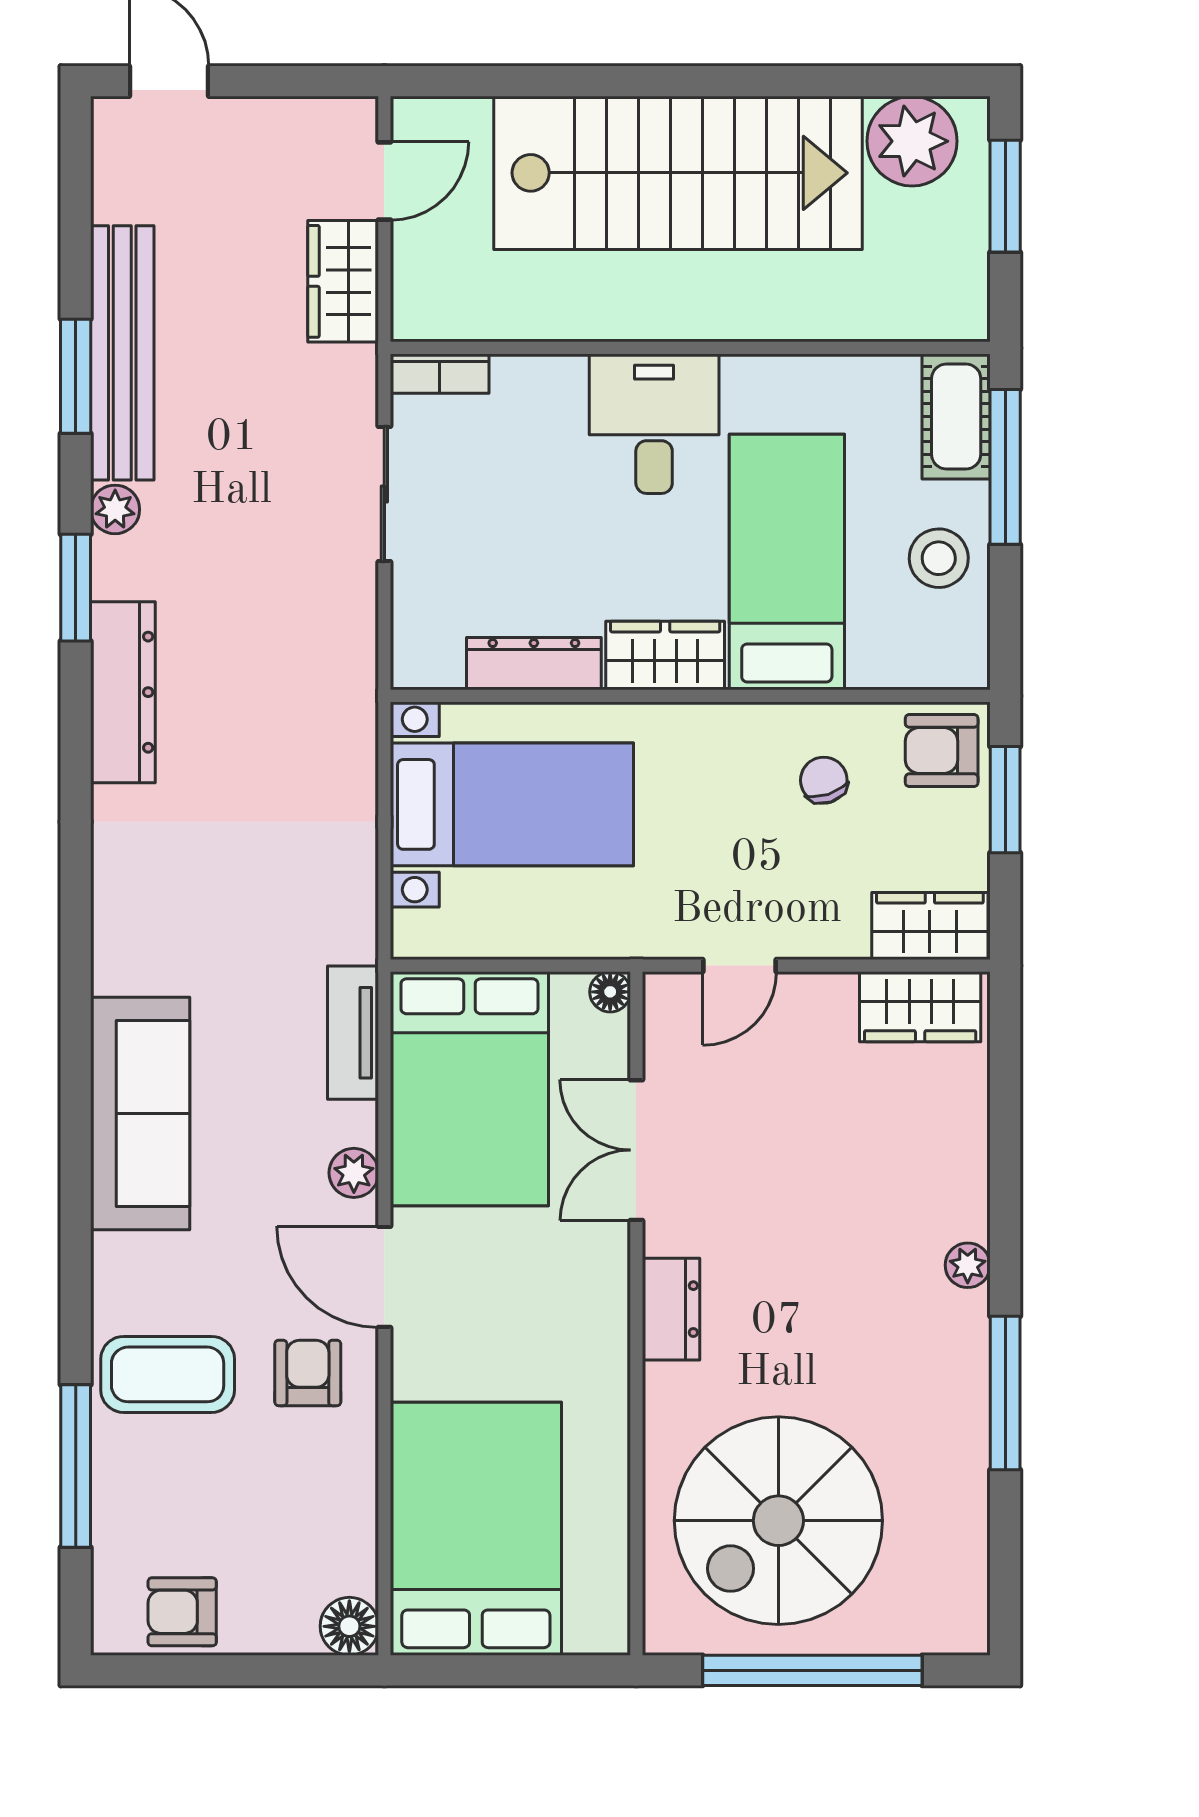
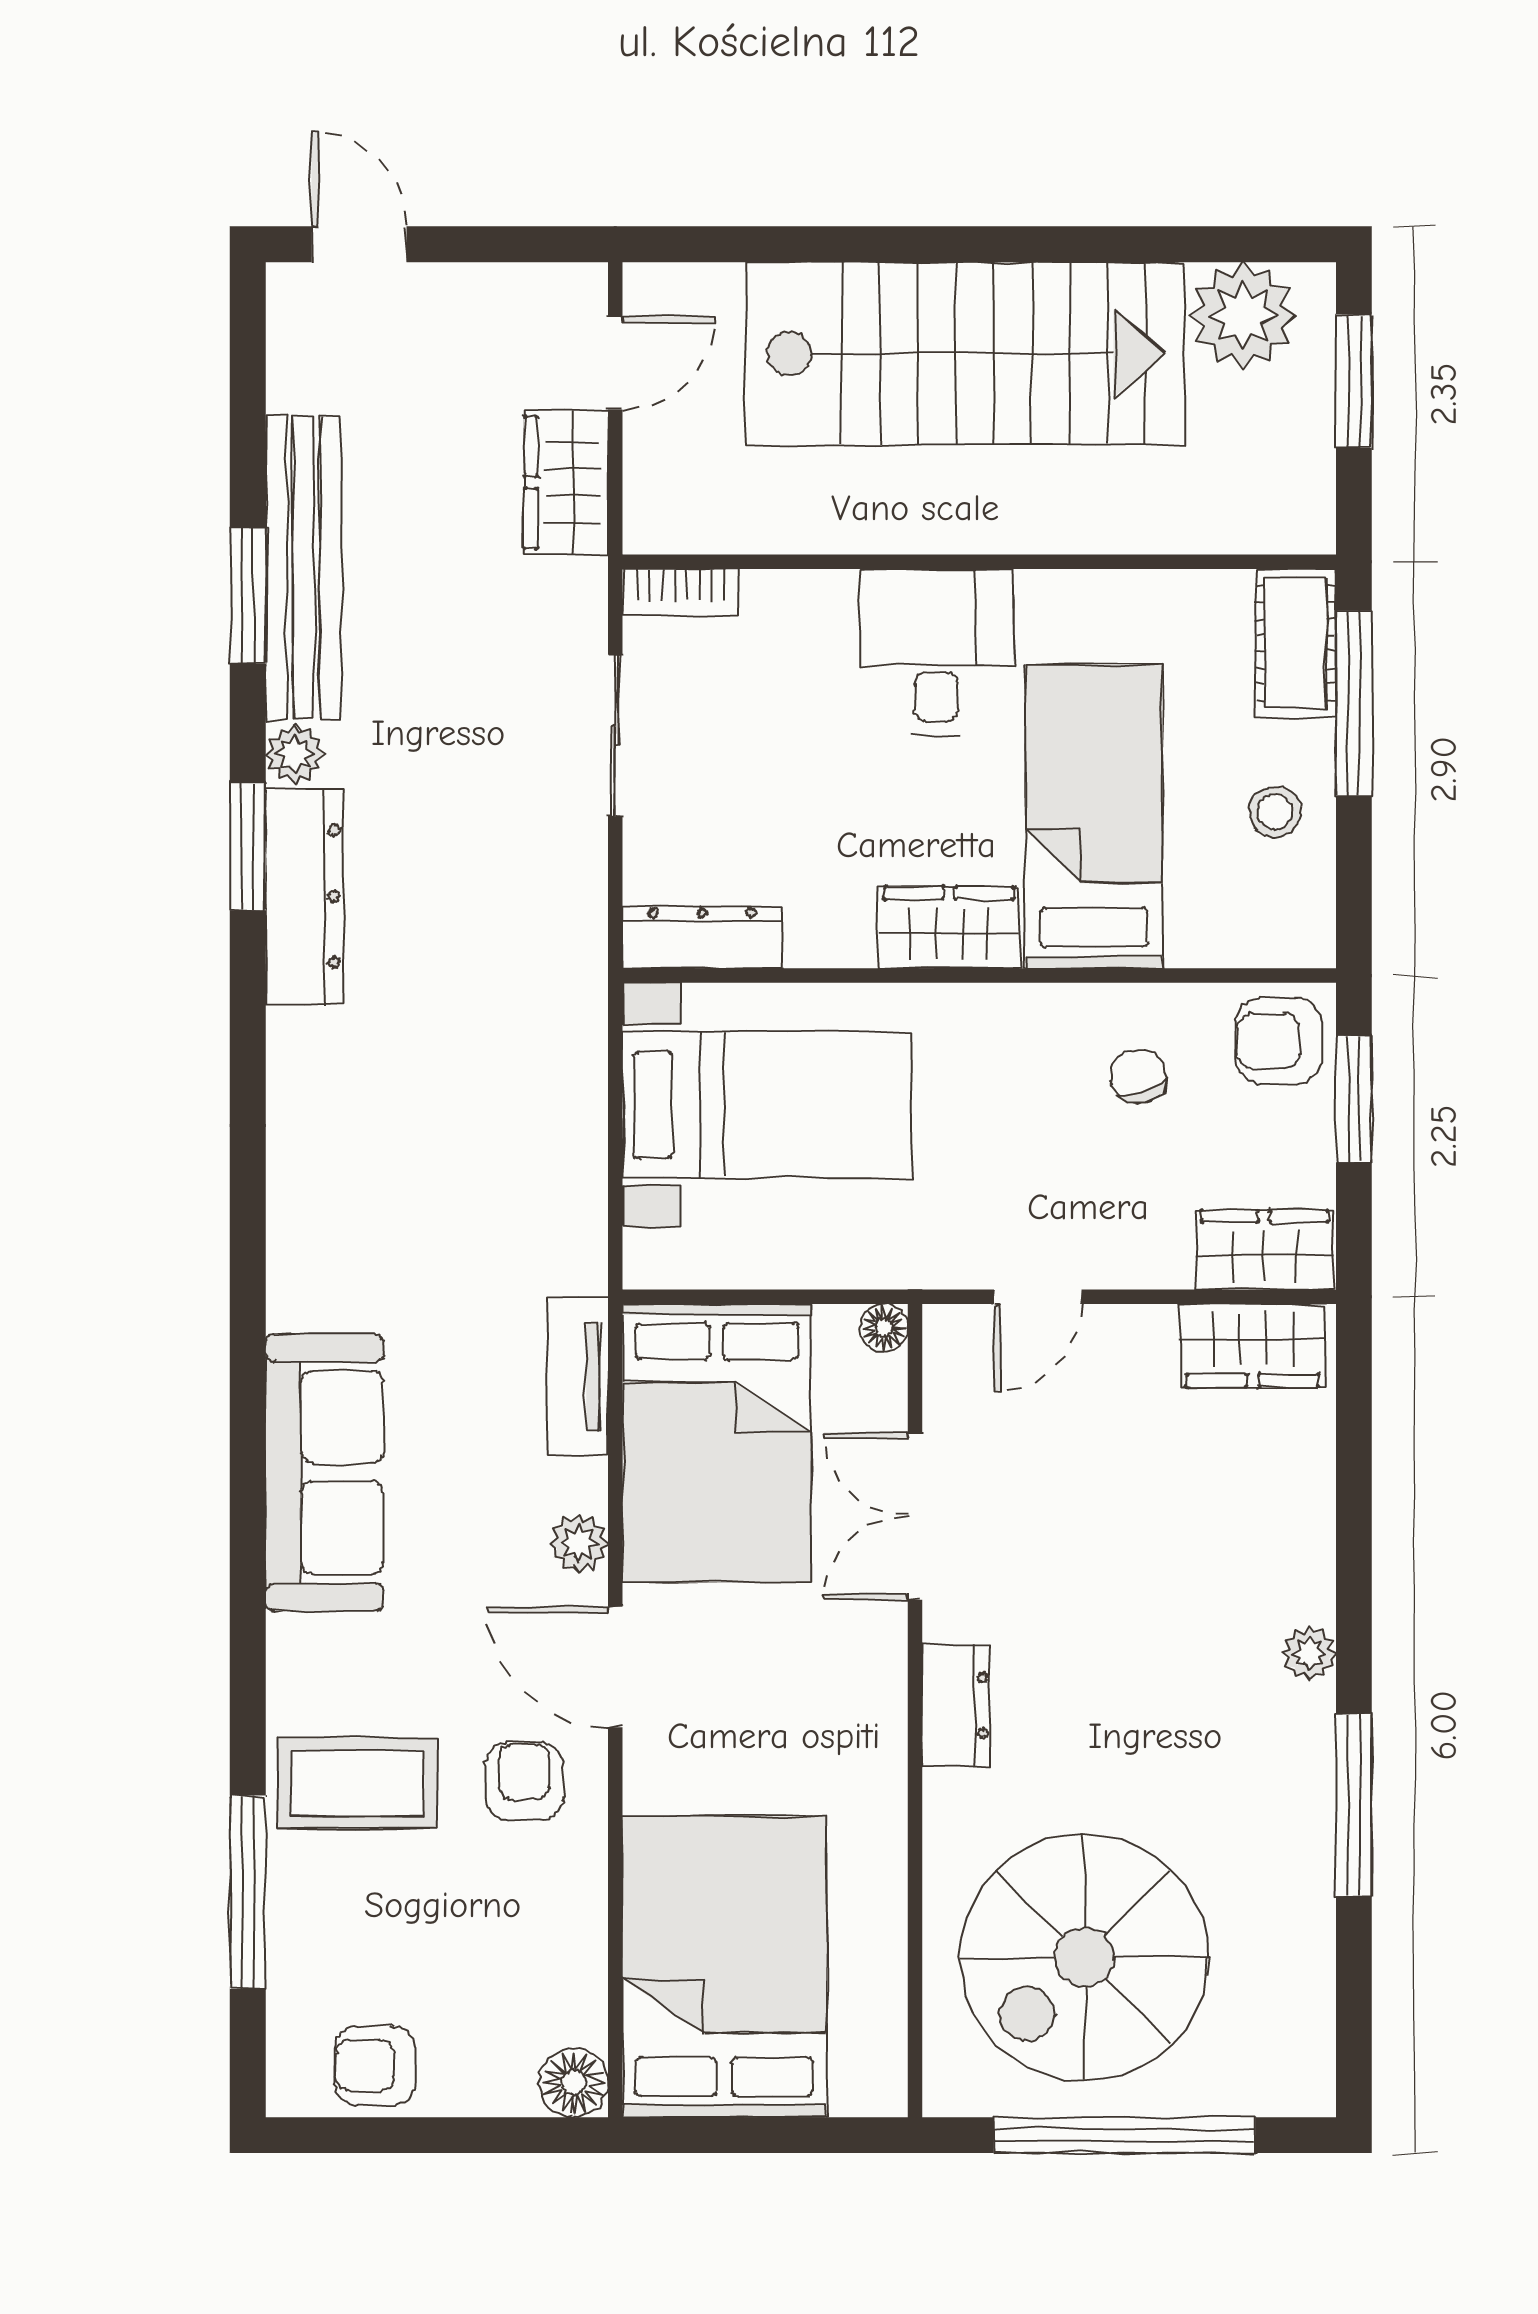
stool: (939, 558) -> (1275, 812), width x0.73, depth x0.73
dresser: (534, 664) -> (702, 937), moved
dresser: (123, 692) -> (304, 897), moved

